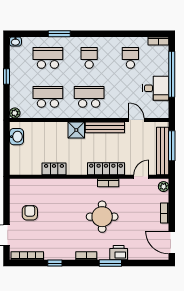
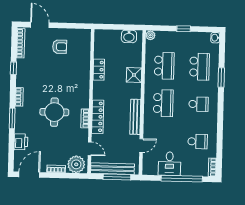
shower: (76, 130) -> (134, 75), moved
plant: (164, 187) -> (76, 164), width x1.88, depth x1.88
printer: (119, 253) -> (21, 142), moved

